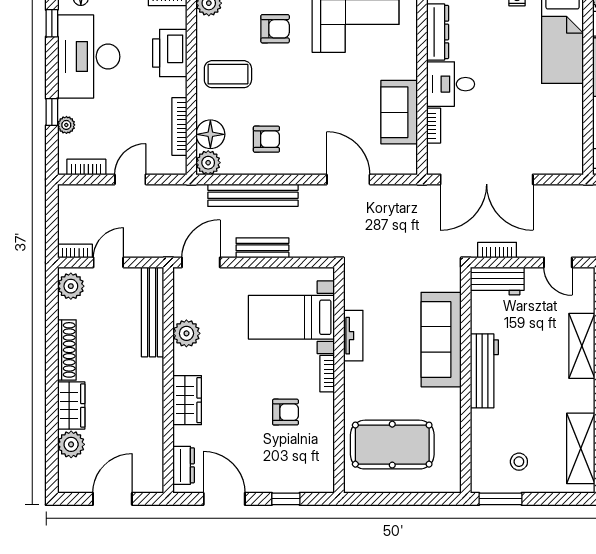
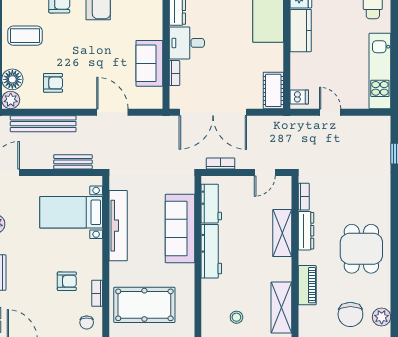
cot: (570, 149) -> (273, 90), added
bench: (262, 248) -> (73, 162), moved
door: (558, 262) -> (265, 173), hinge flipped
workbench: (497, 281) -> (211, 204), moved, turned -90
tv unit: (353, 336) -> (118, 226), width x1.92, depth x1.29
bookcase: (327, 374) -> (97, 293), moved
chair: (313, 469) -> (87, 322), added

